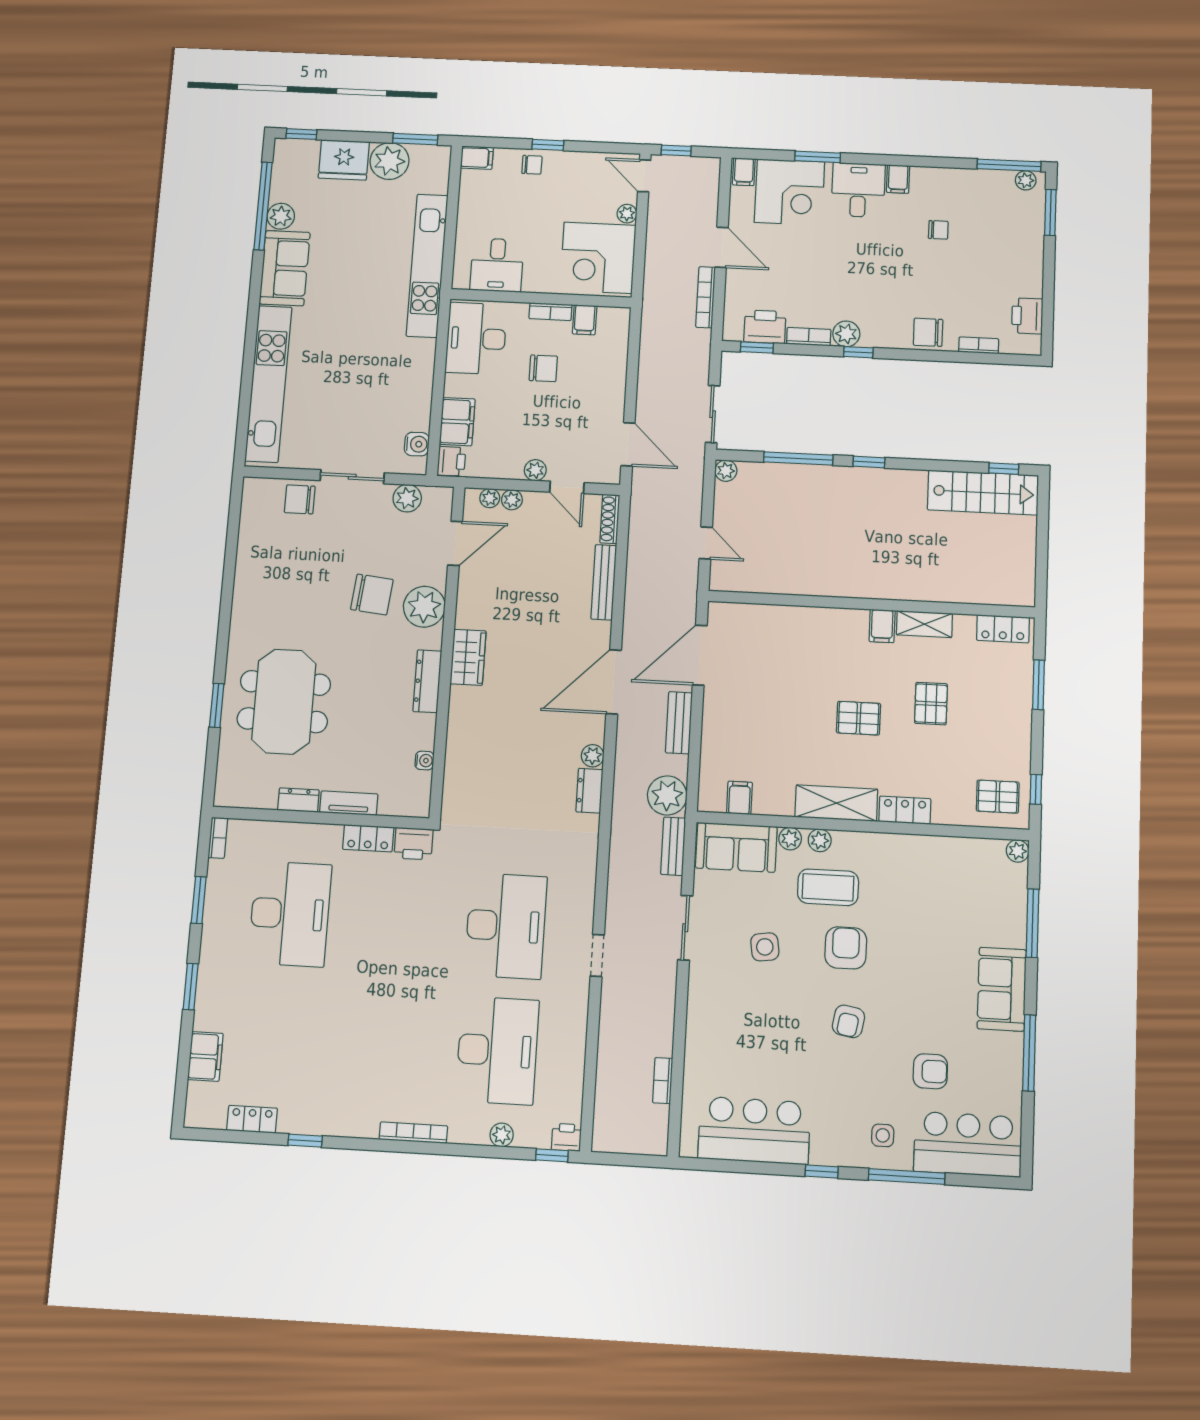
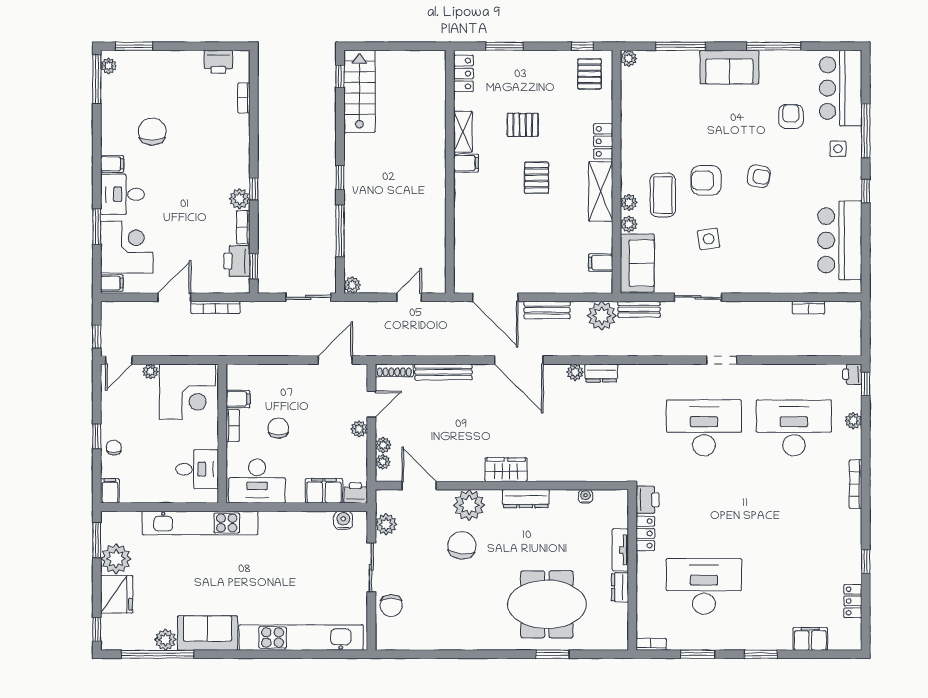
chair: (938, 230) -> (152, 132), width x1.87, depth x1.87
chair: (928, 332) -> (235, 137), removed

